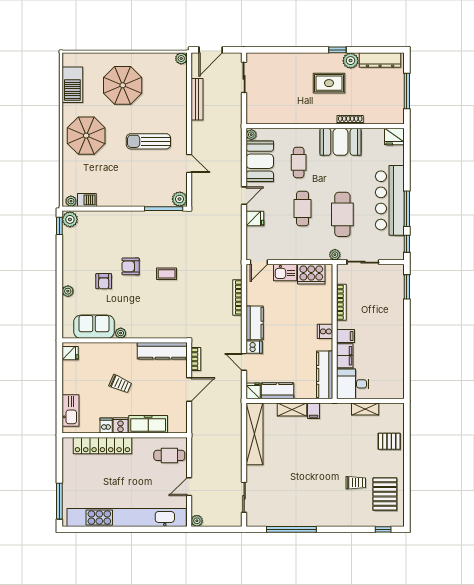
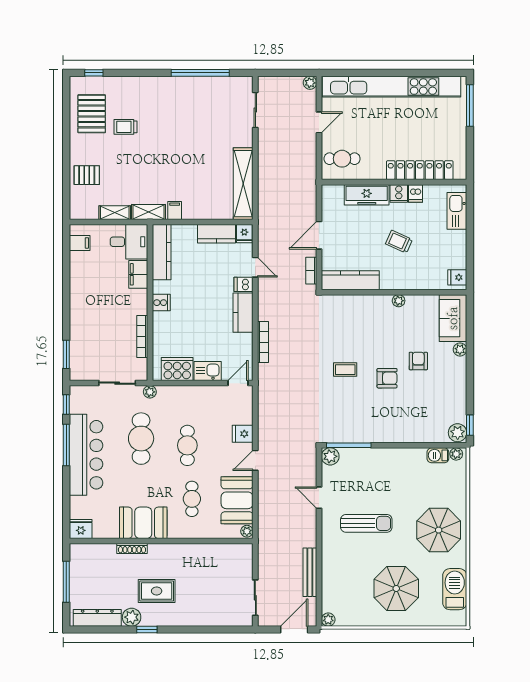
sofa: (94, 327) -> (453, 318), moved, turned 90
filing cabinet: (346, 336) -> (80, 243), moved, turned 180
shelving: (292, 409) -> (149, 212), moved

